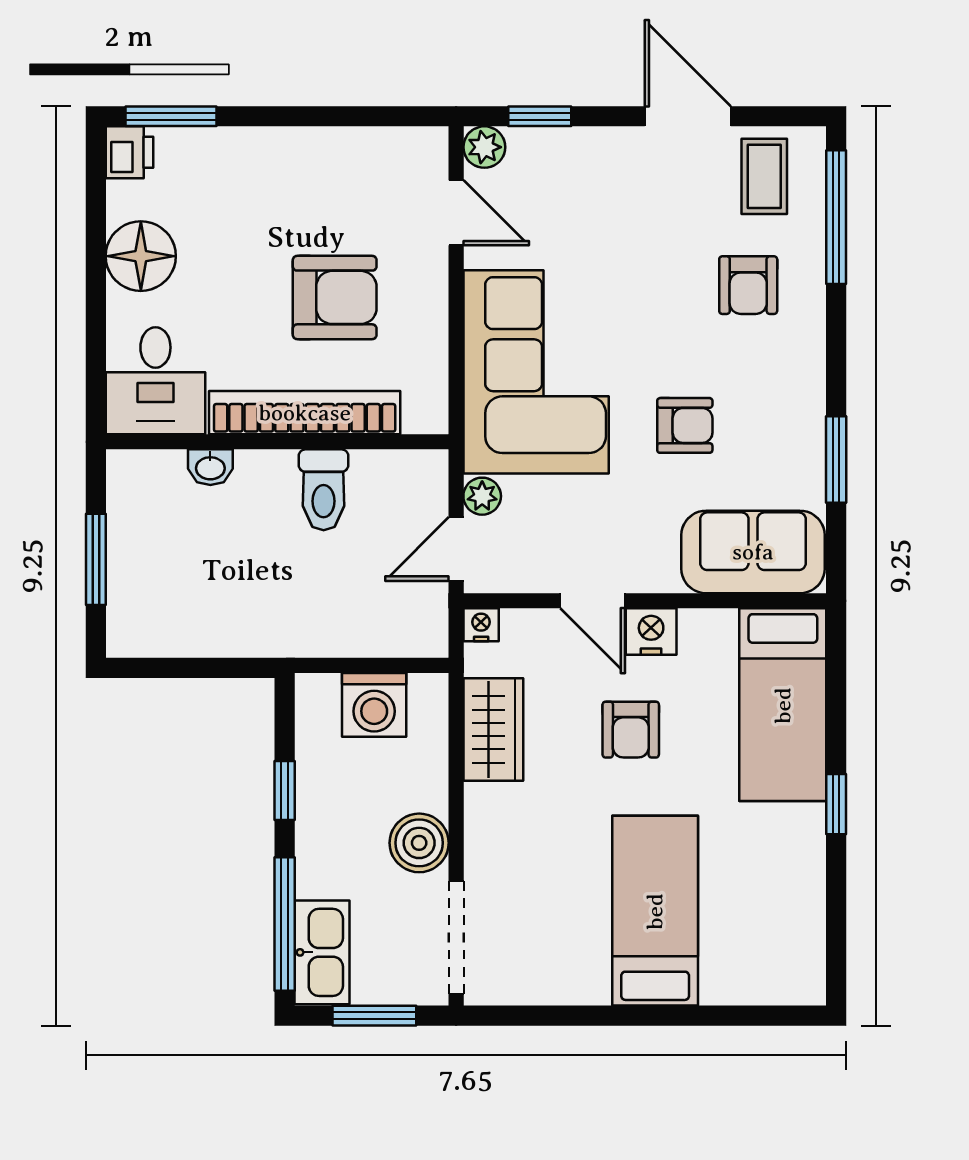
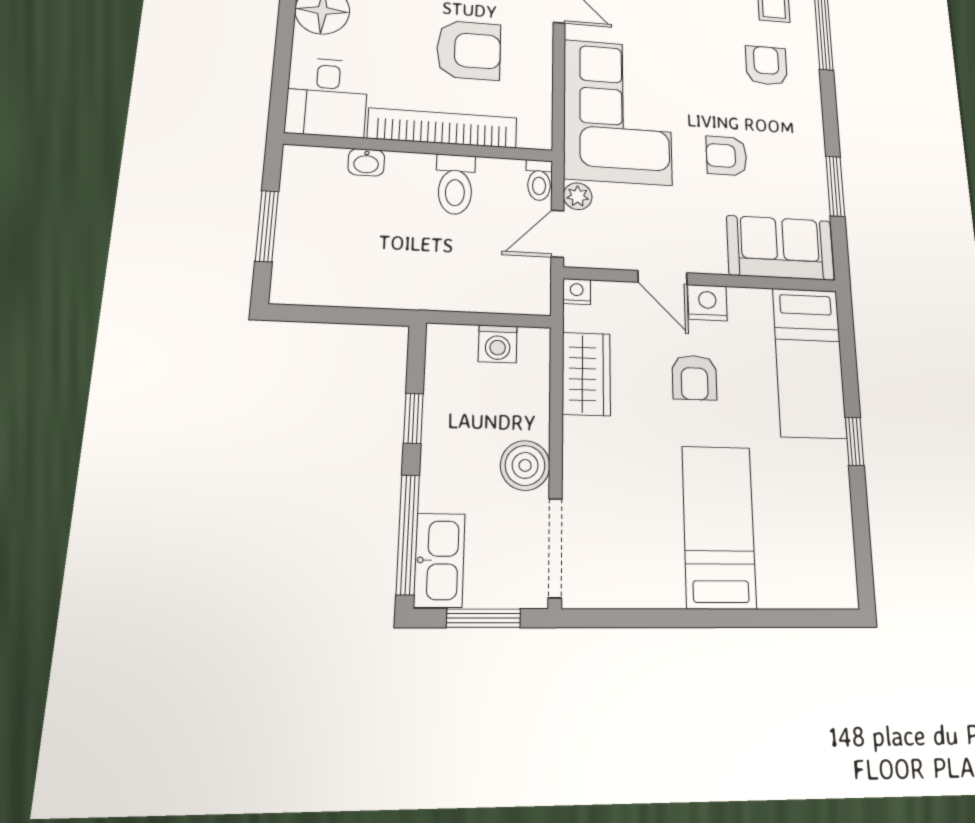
armchair: (748, 285) -> (766, 66), turned 180
armchair: (685, 425) -> (726, 156), turned 180
toilet: (431, 477) -> (539, 180), added
washing machine: (374, 705) -> (498, 344), width x0.73, depth x0.73

